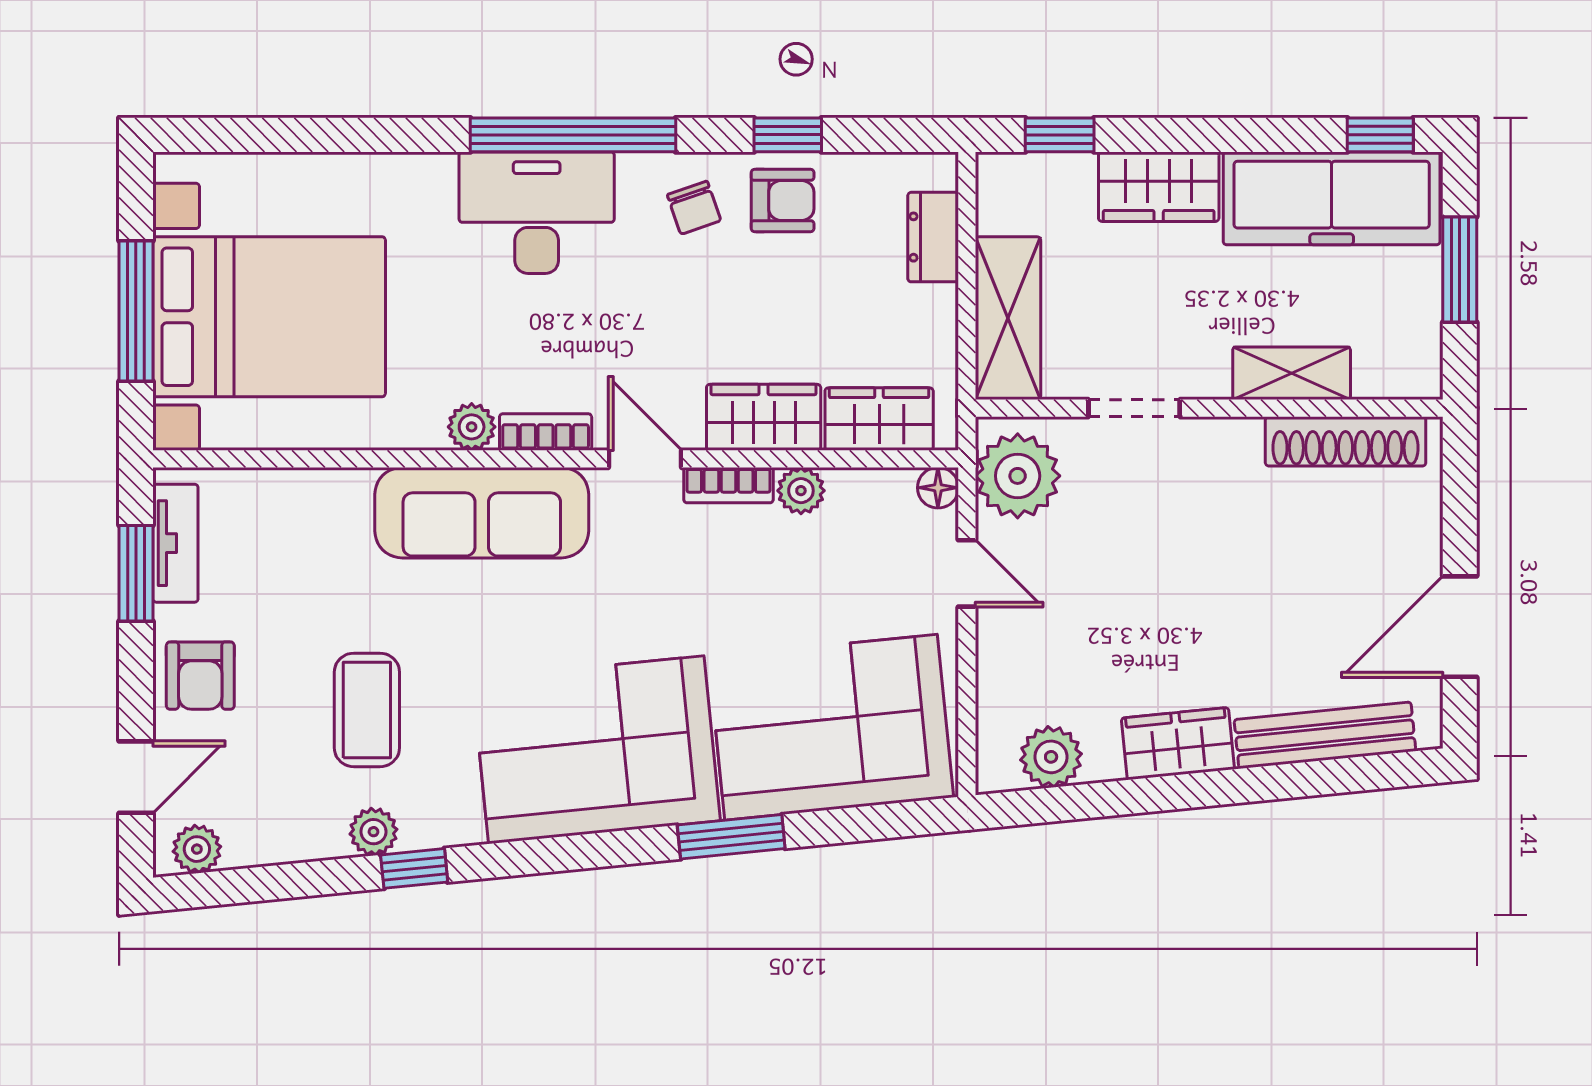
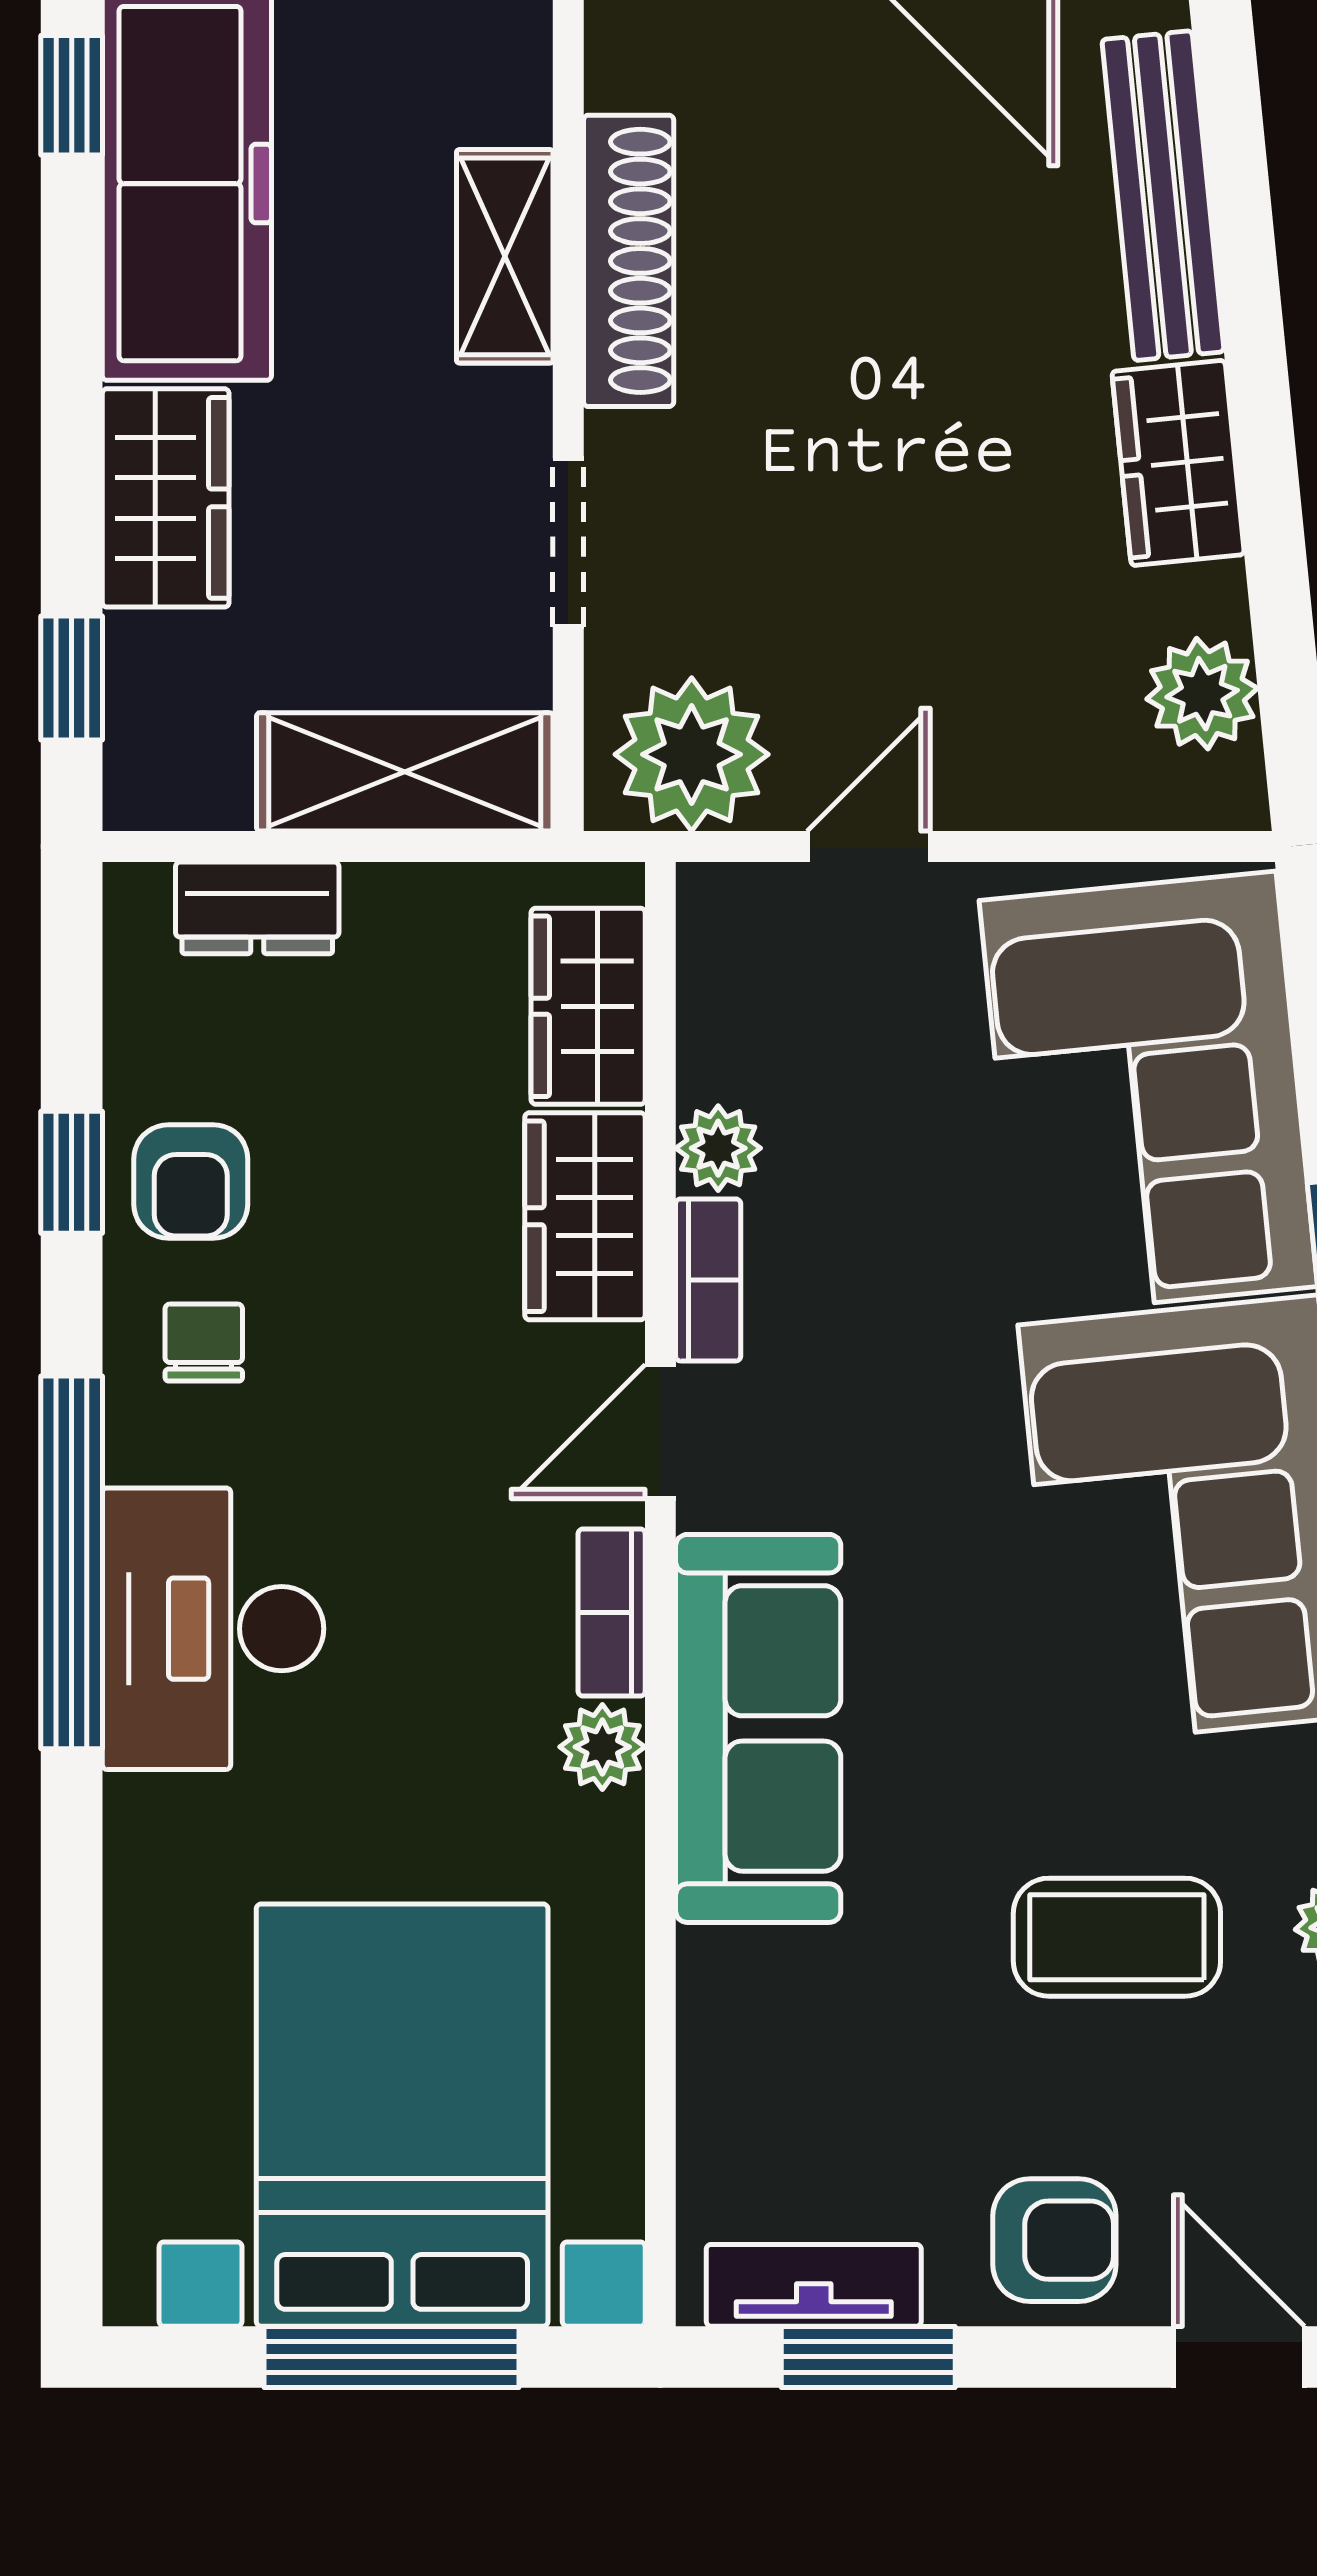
armchair: (783, 200) -> (191, 1182), turned 180
chair: (694, 208) -> (204, 1343), turned -71
shoe rack: (1346, 441) -> (629, 261), moved
floor lamp: (938, 488) -> (713, 899), removed

